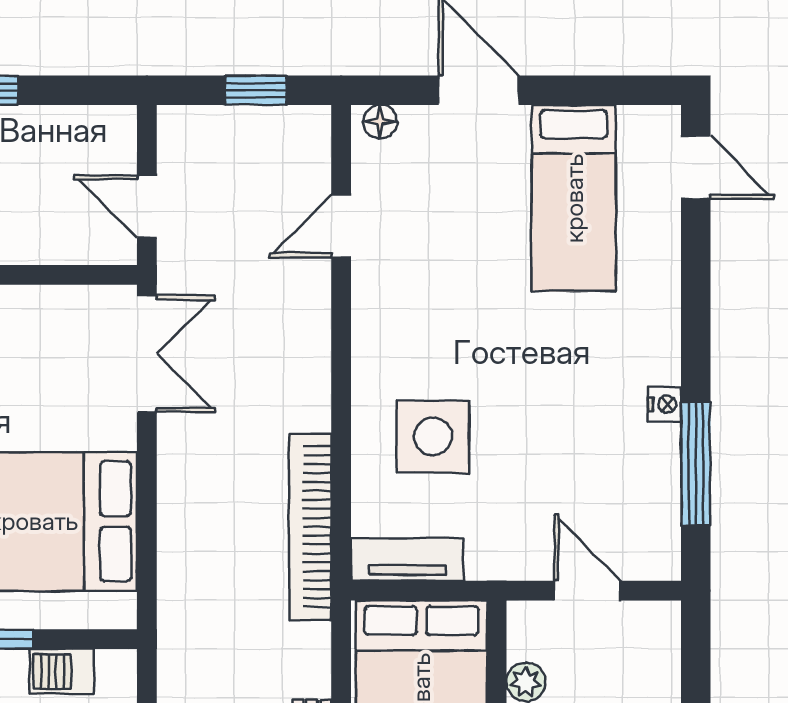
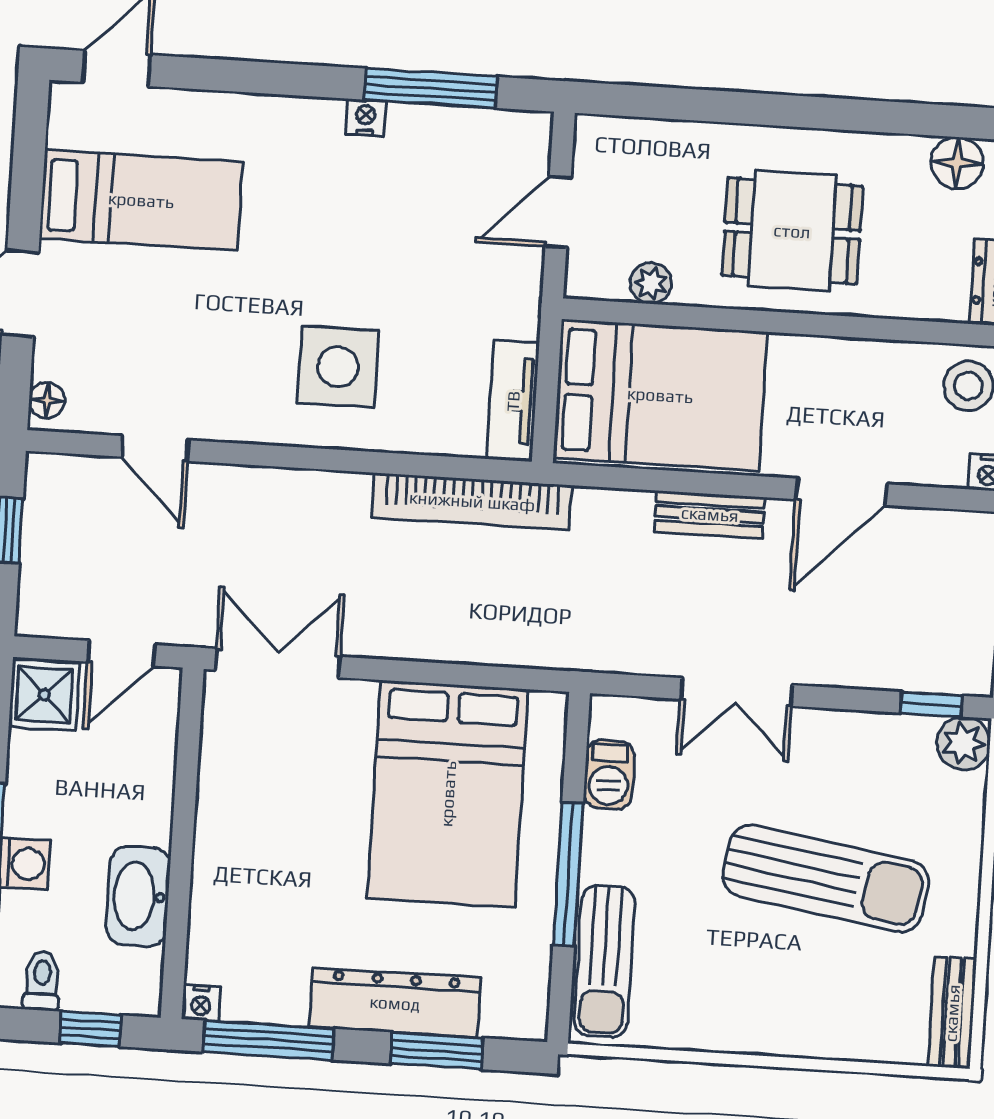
shower: (103, 136) -> (44, 695), added
side table: (433, 437) -> (338, 367), moved

